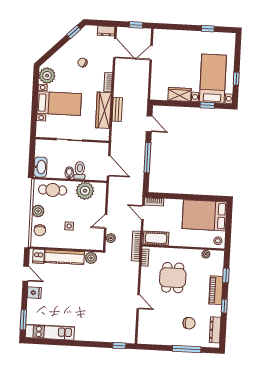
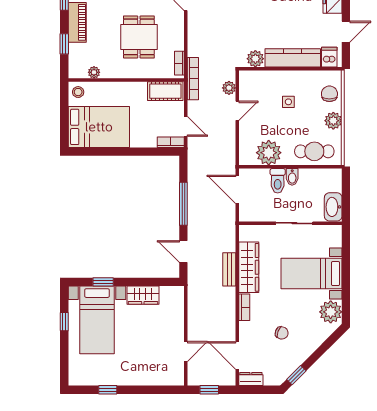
washbasin: (40, 167) -> (333, 207), moved
door: (26, 274) -> (346, 32), swing flipped

